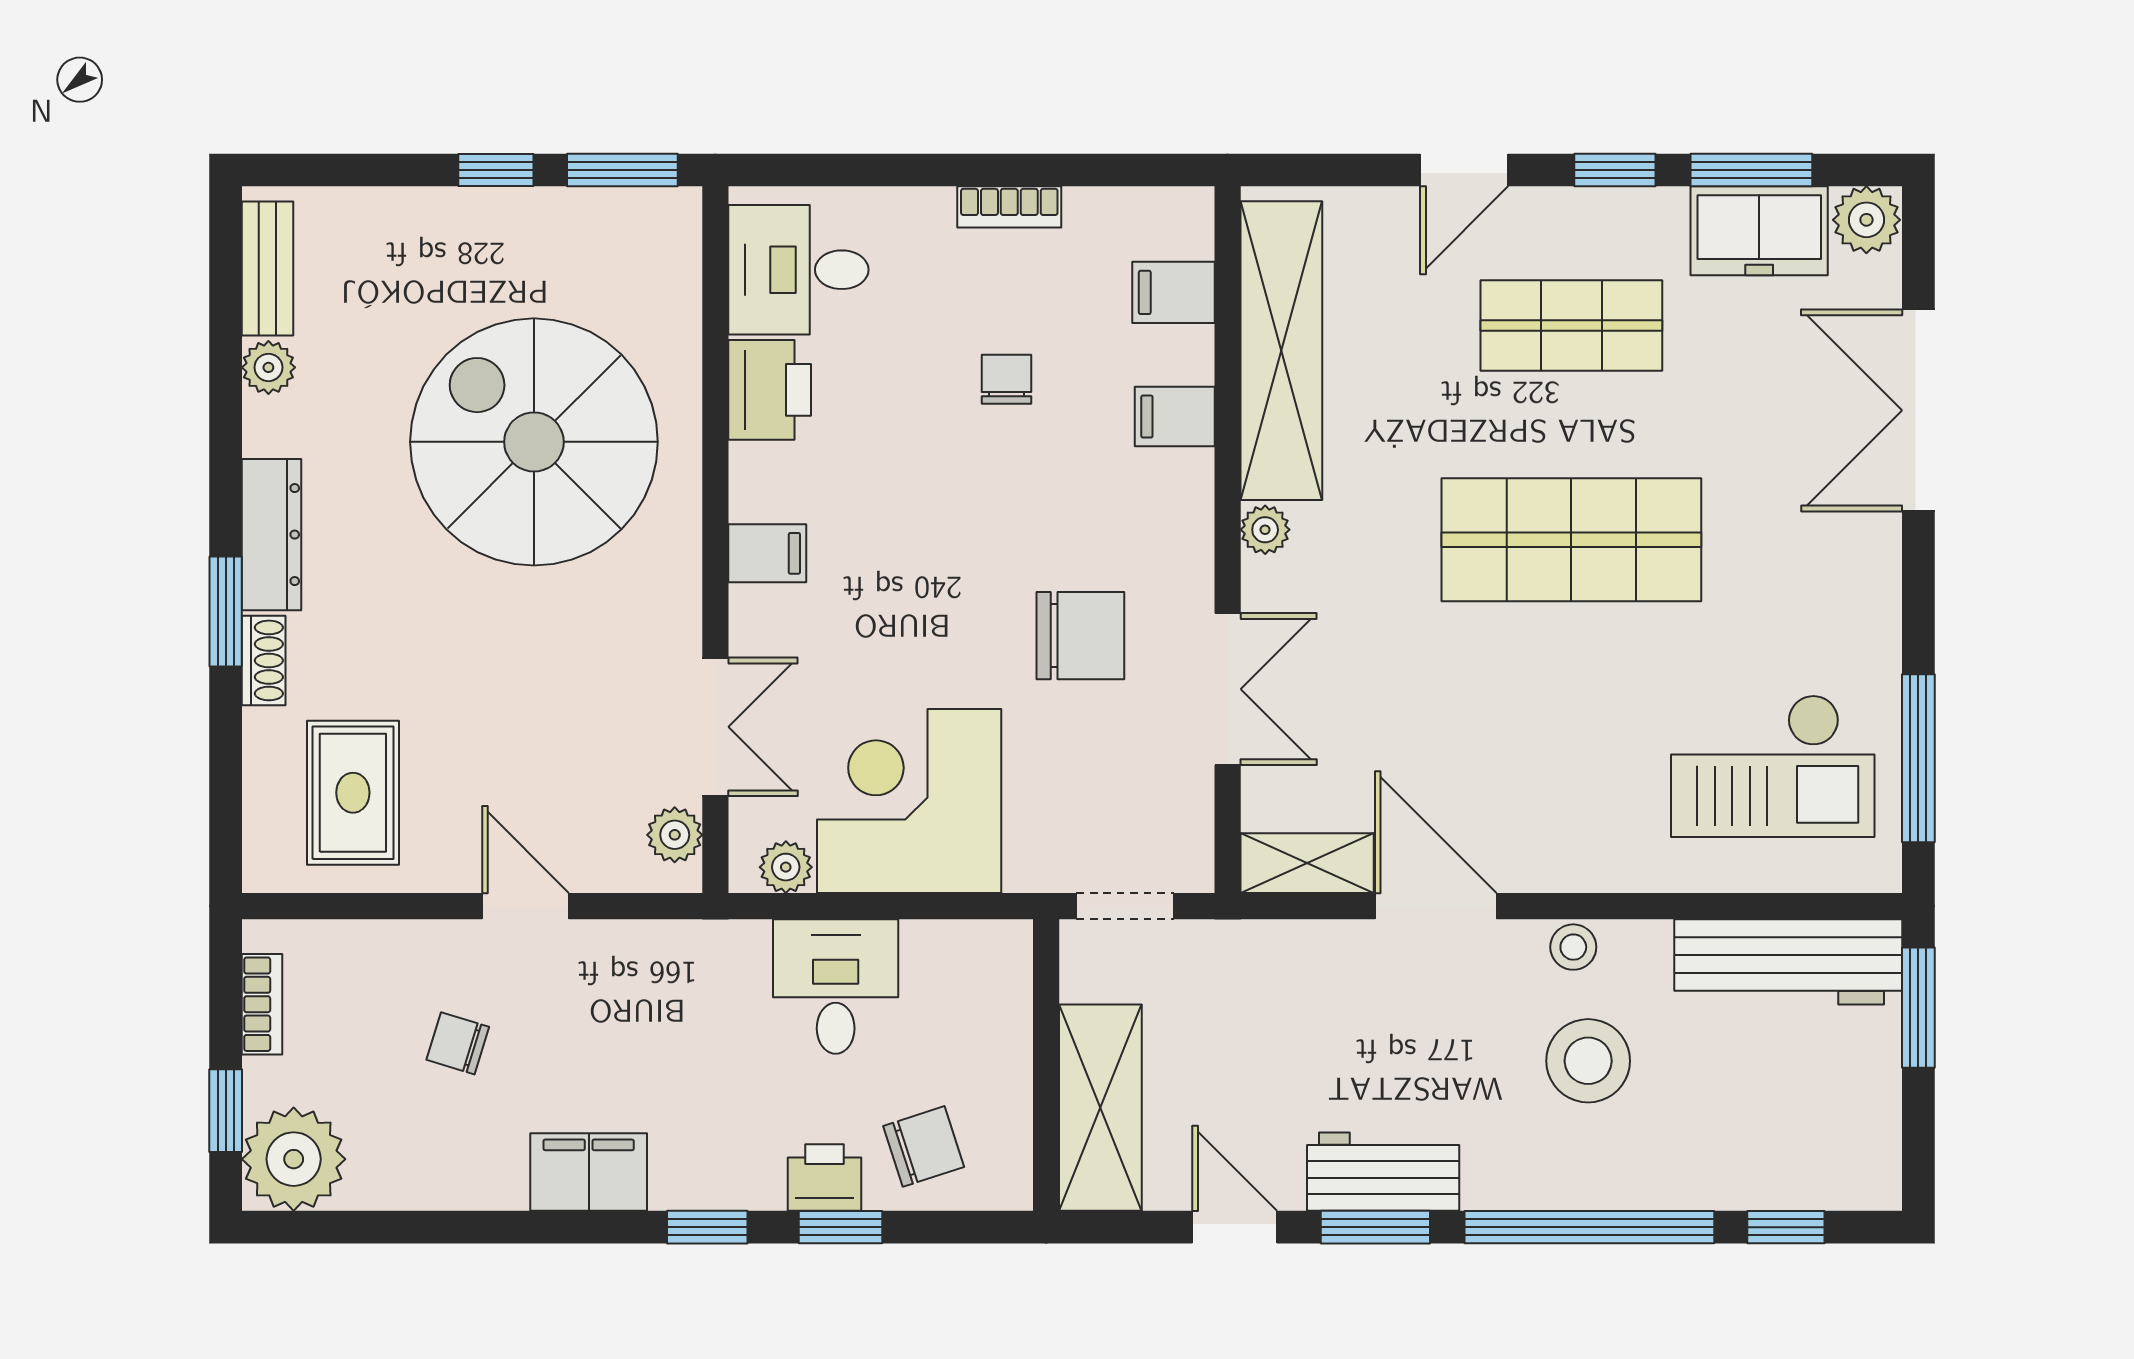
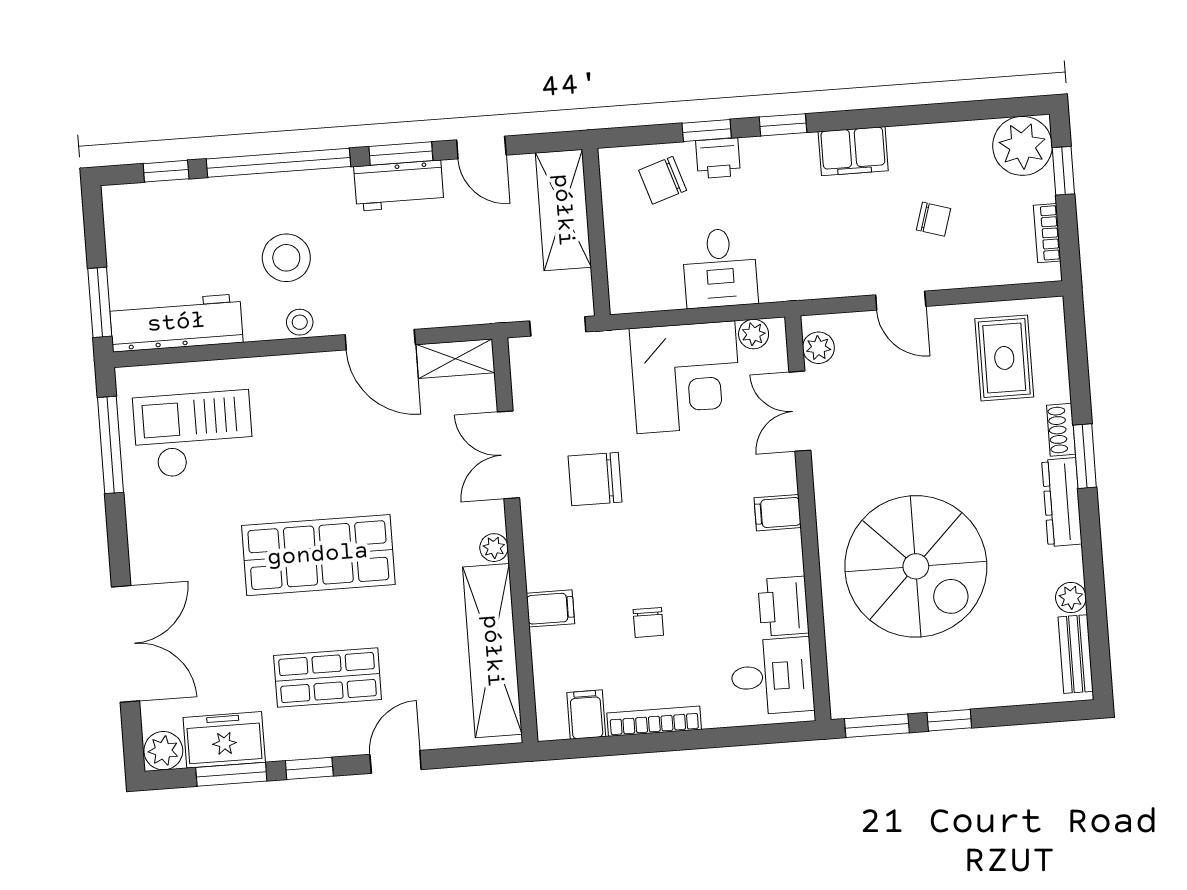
bookcase: (1009, 207) -> (654, 721), width x1.56
filing cabinet: (1174, 292) -> (586, 715), moved, turned -90

